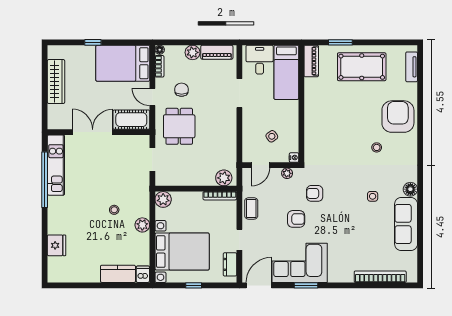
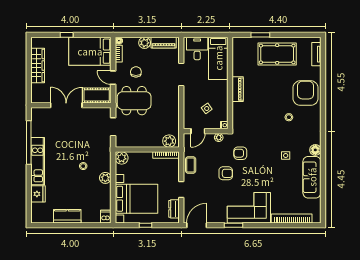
piano: (311, 61) -> (238, 89), moved
dining table: (179, 126) -> (134, 101), width x1.38
kitchen unit: (56, 165) -> (38, 161), moved
corner sofa: (300, 263) -> (249, 208), moved
kitchen counter: (118, 274) -> (67, 216), moved

